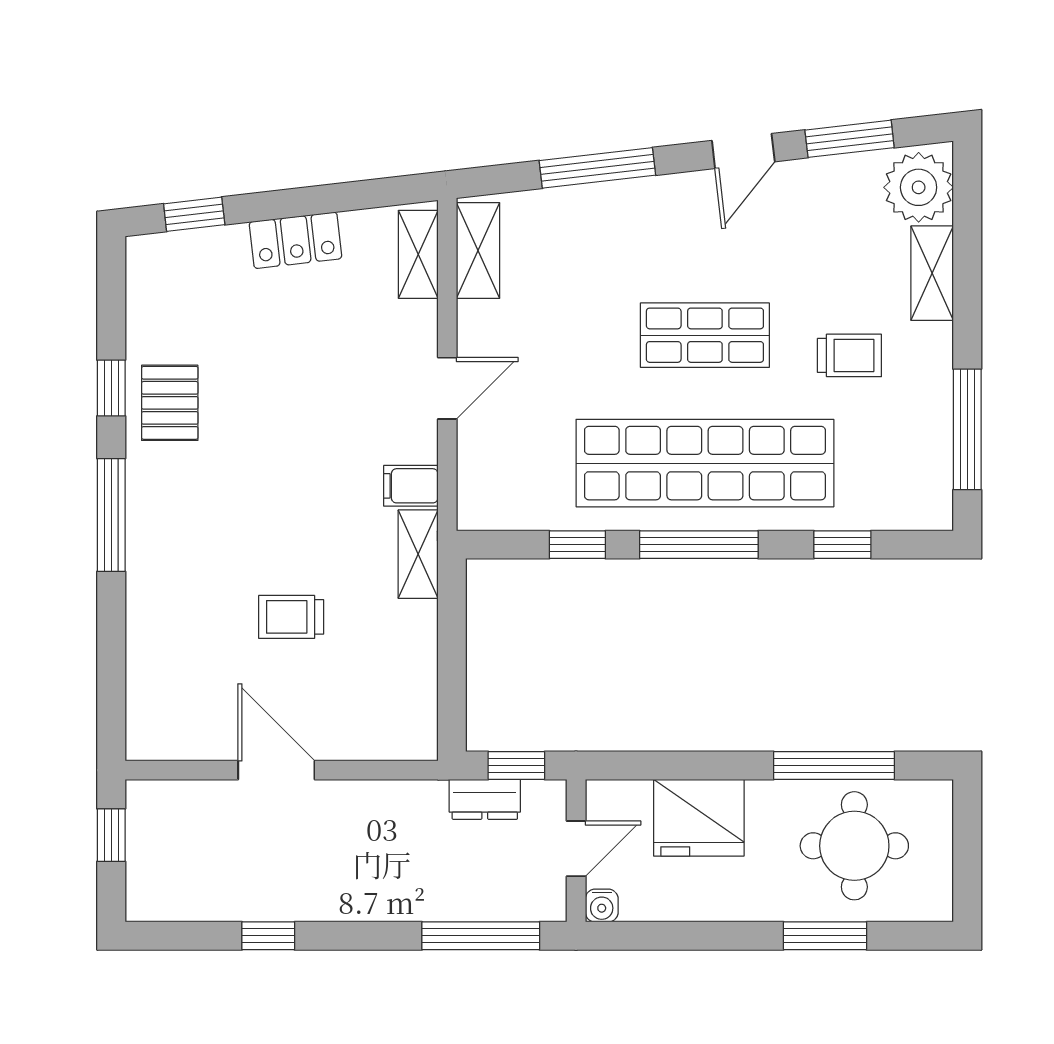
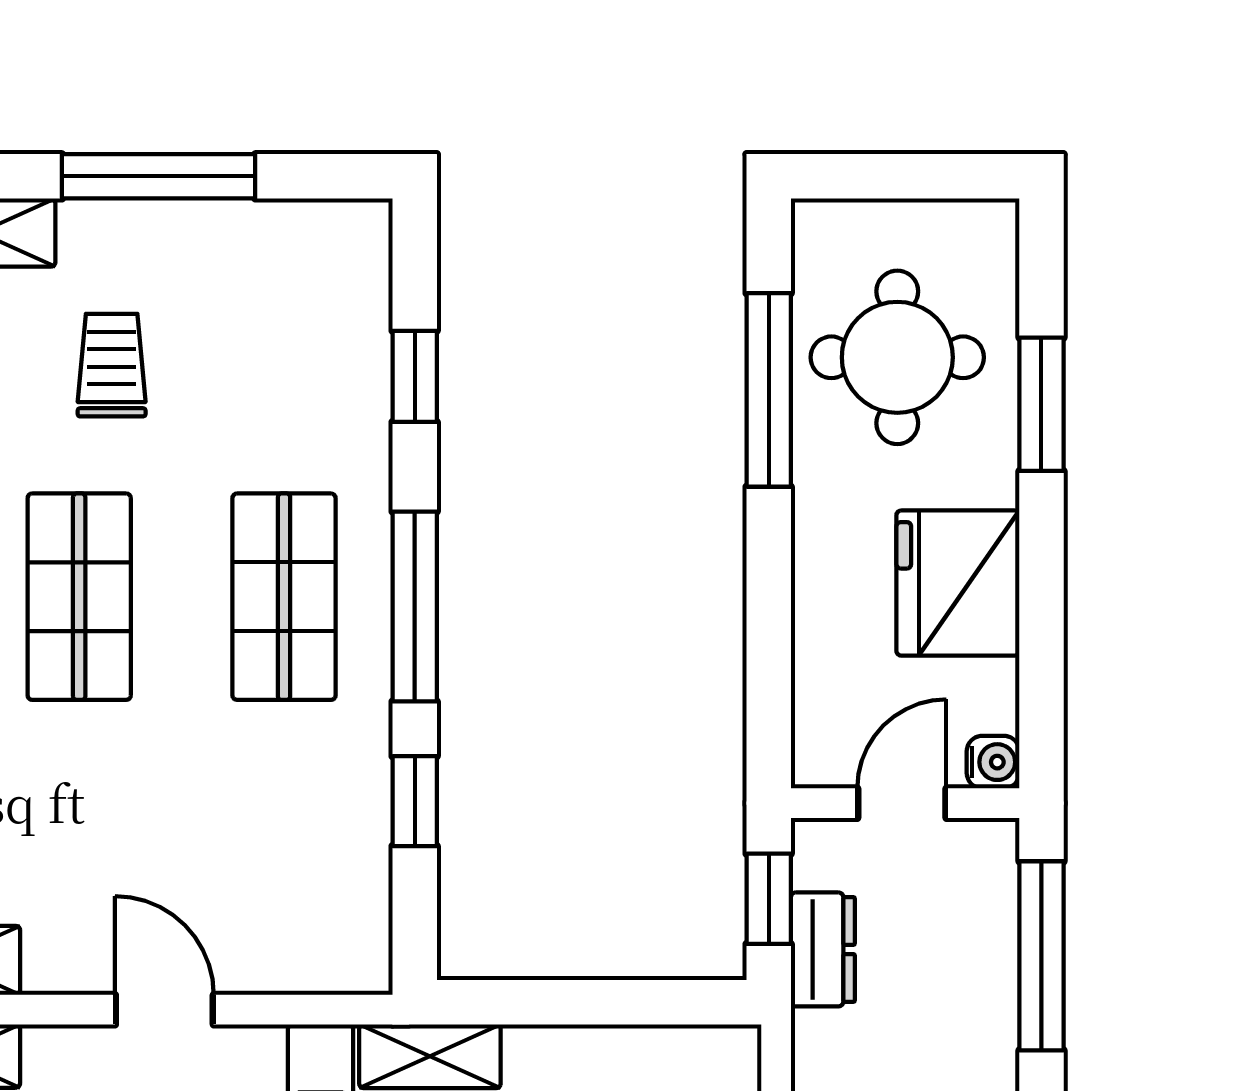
window: (967, 429) -> (159, 176), moved
shop shelf: (705, 463) -> (284, 597), width x0.50, depth x0.74
fridge: (699, 818) -> (958, 583), moved, turned 180
door: (576, 849) -> (902, 803), hinge flipped

